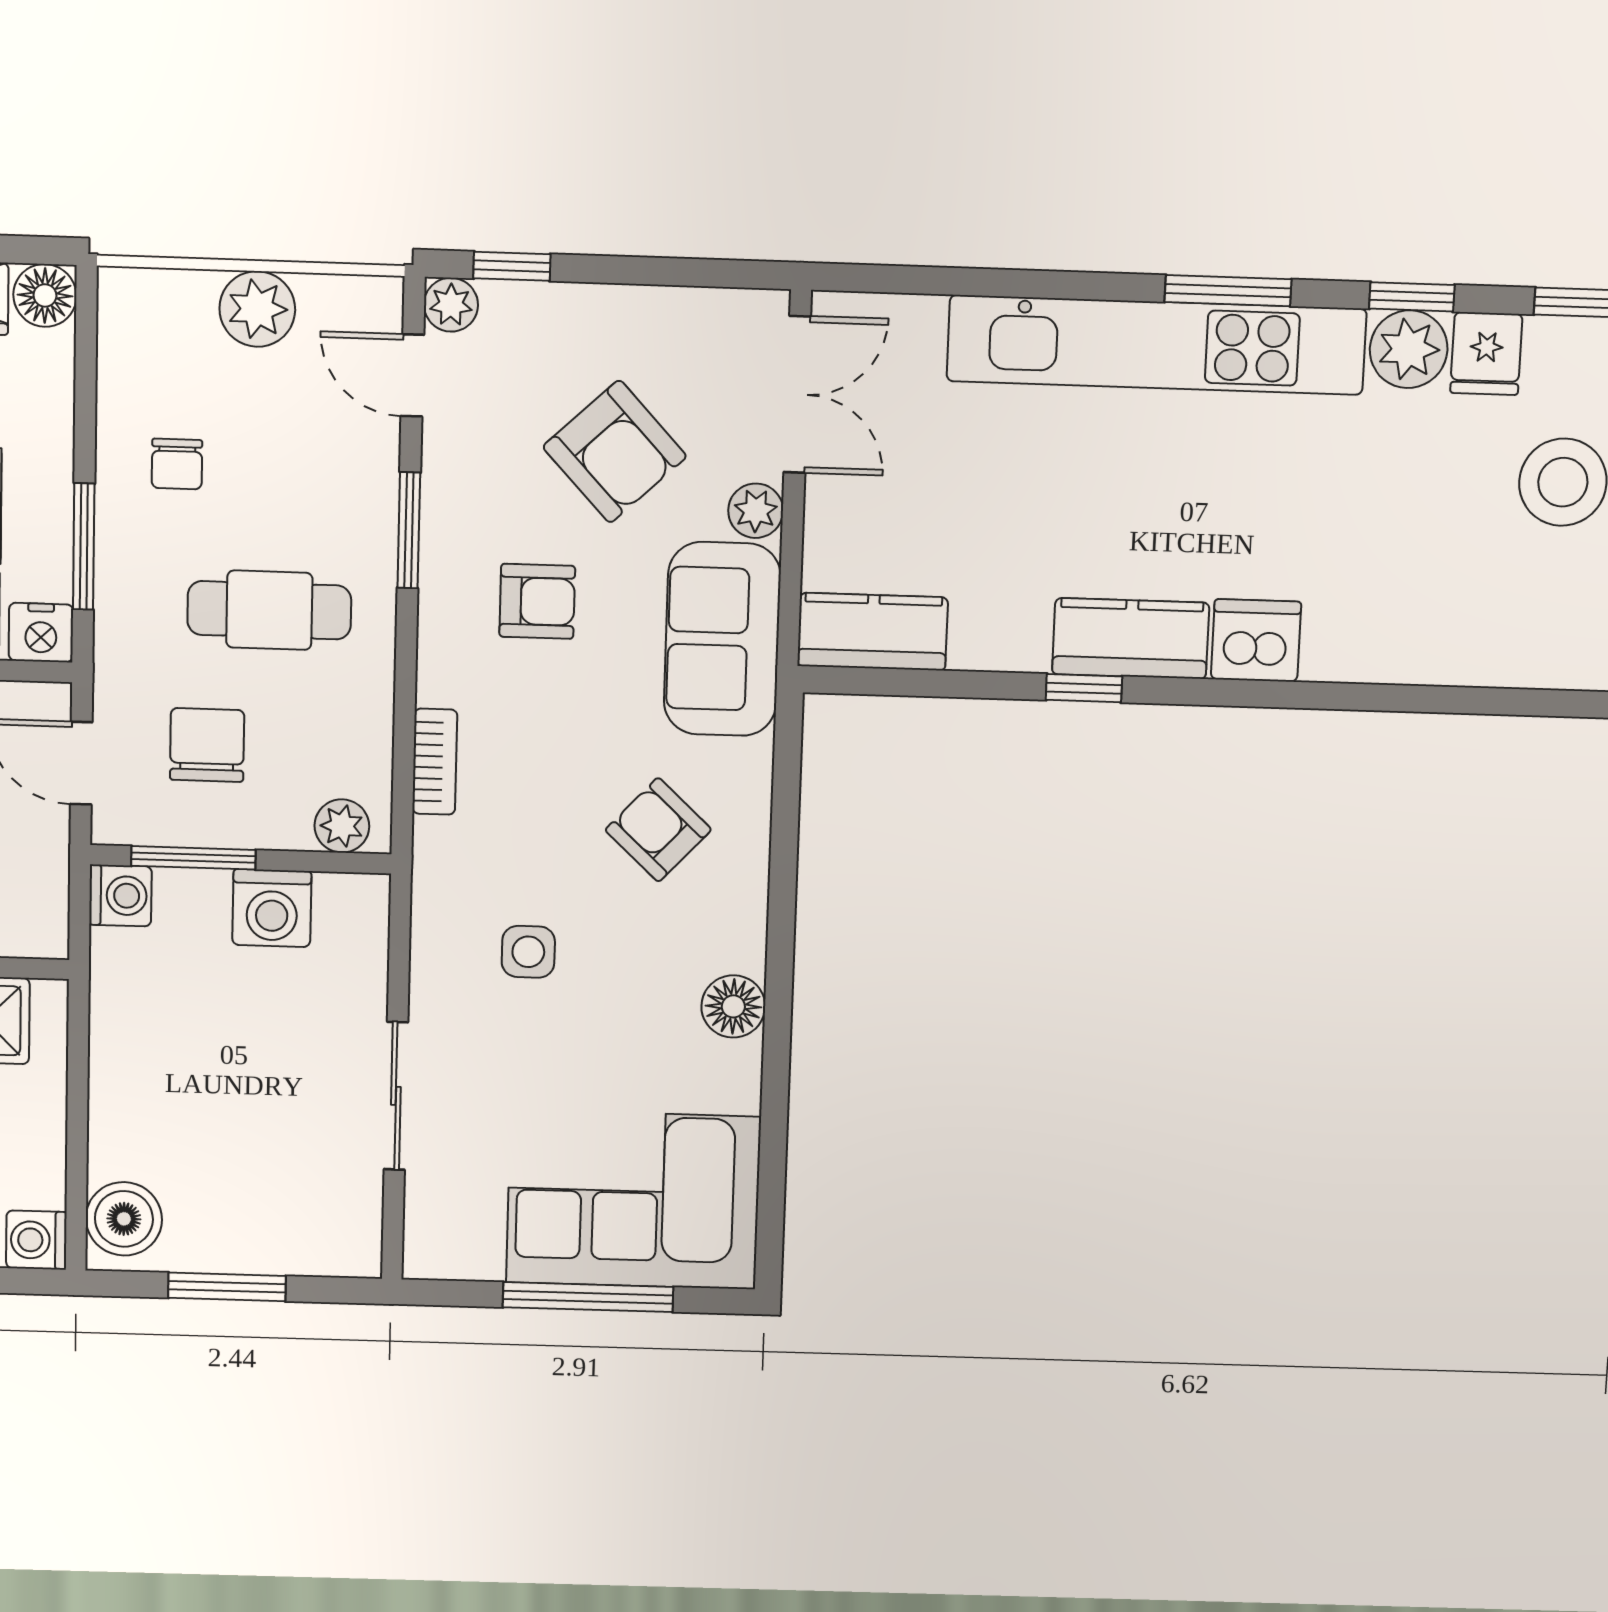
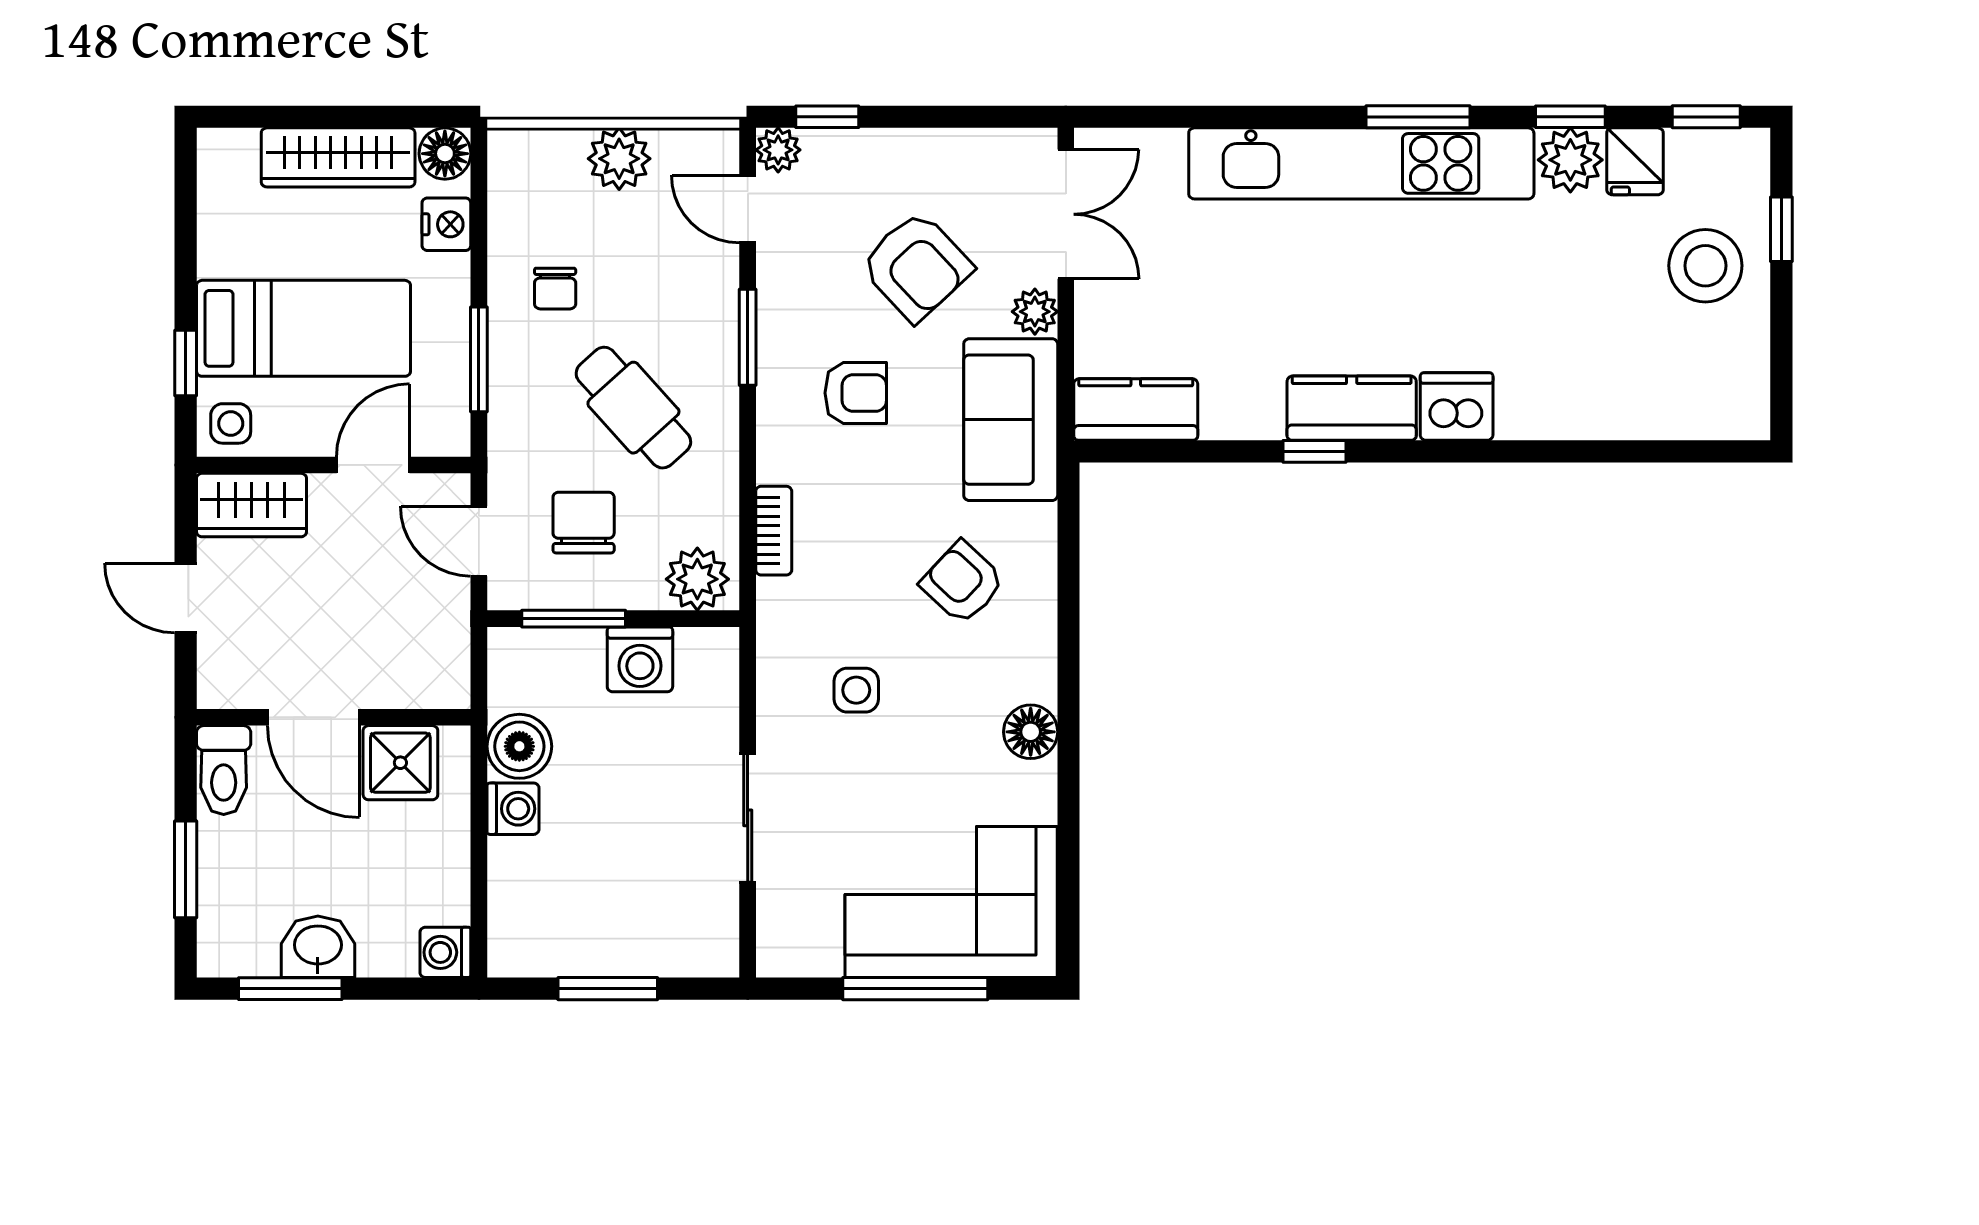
cafe table: (269, 610) -> (633, 408), turned 48
nightstand: (41, 633) -> (446, 224), moved, turned -90
plant: (342, 826) -> (697, 579), width x1.38, depth x1.38
washing machine: (120, 896) -> (513, 809), moved
boiler: (124, 1219) -> (519, 746), moved

